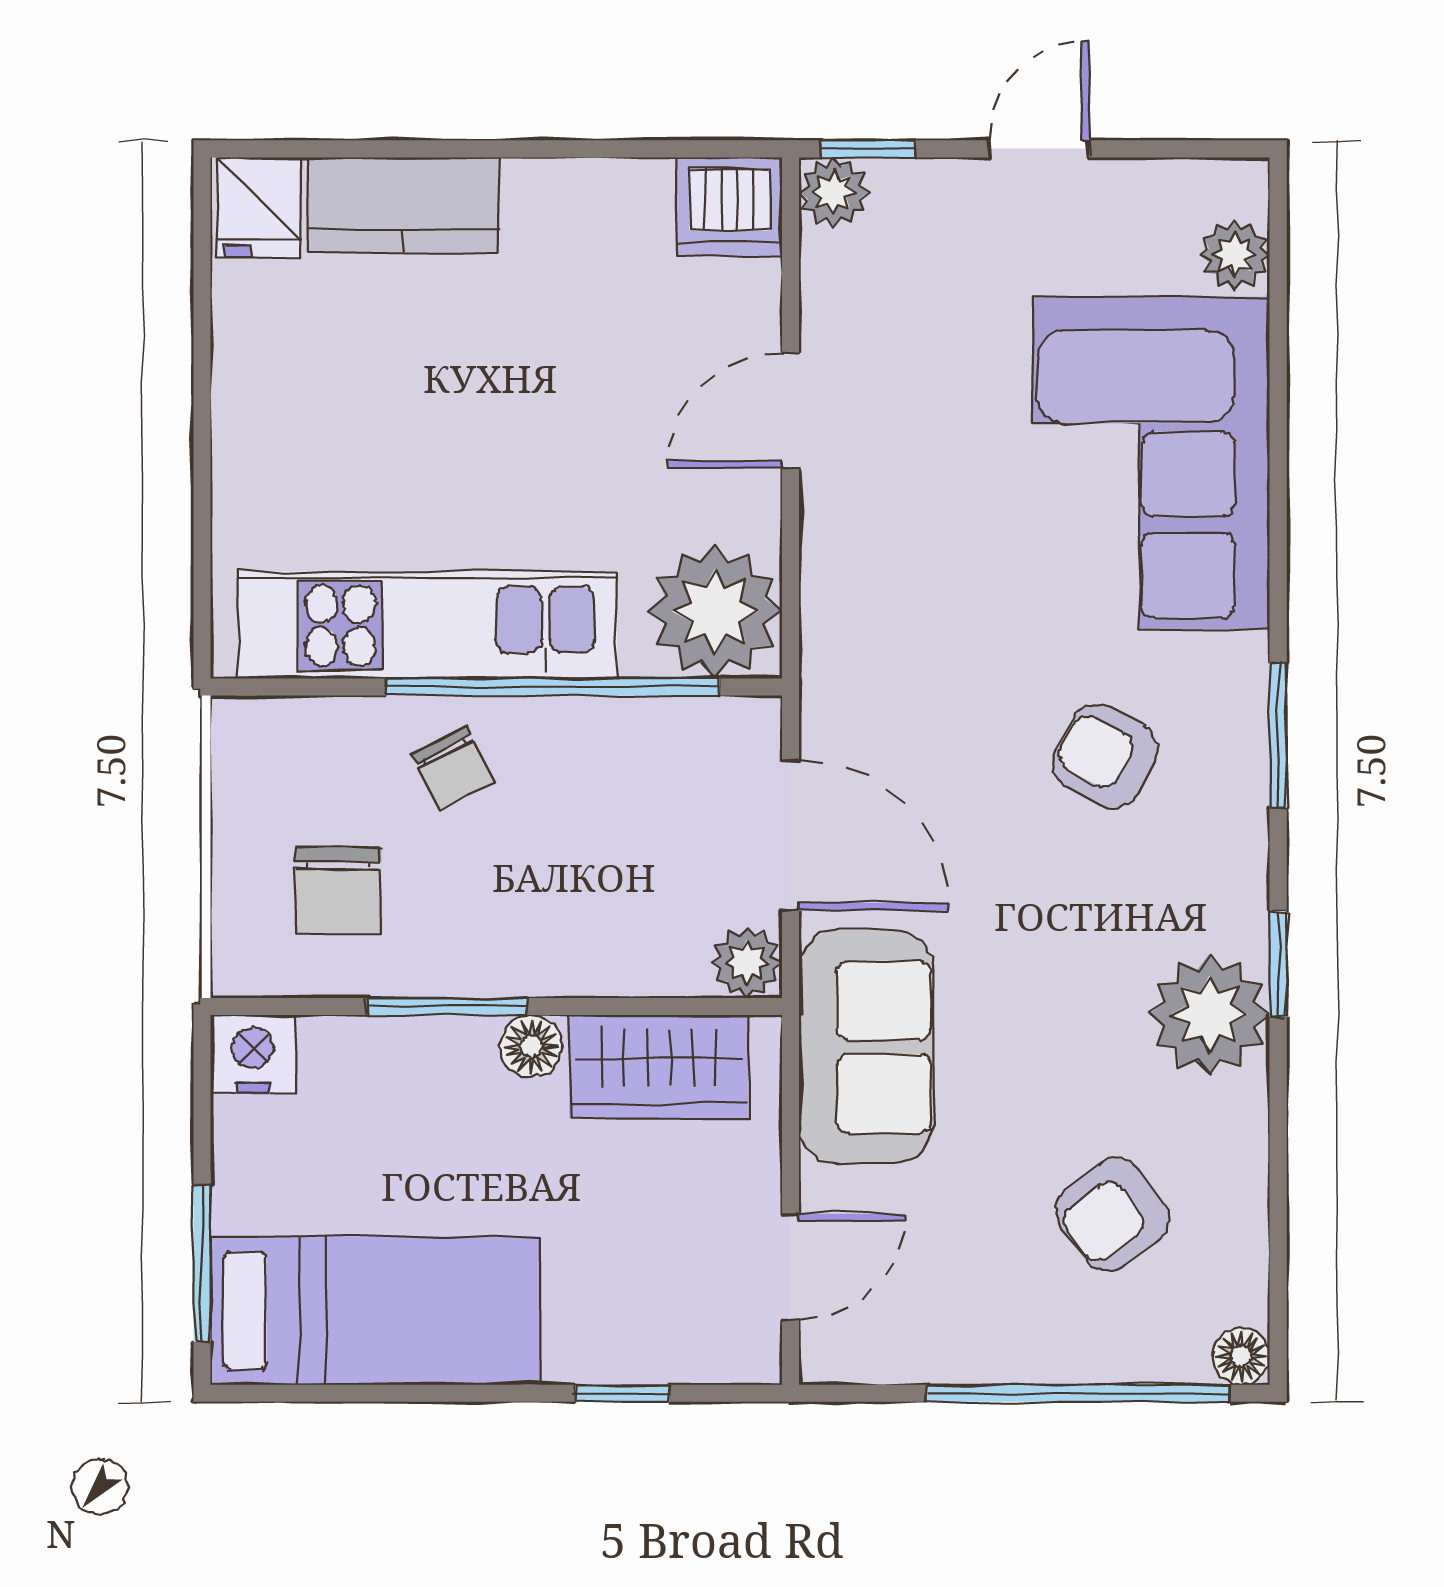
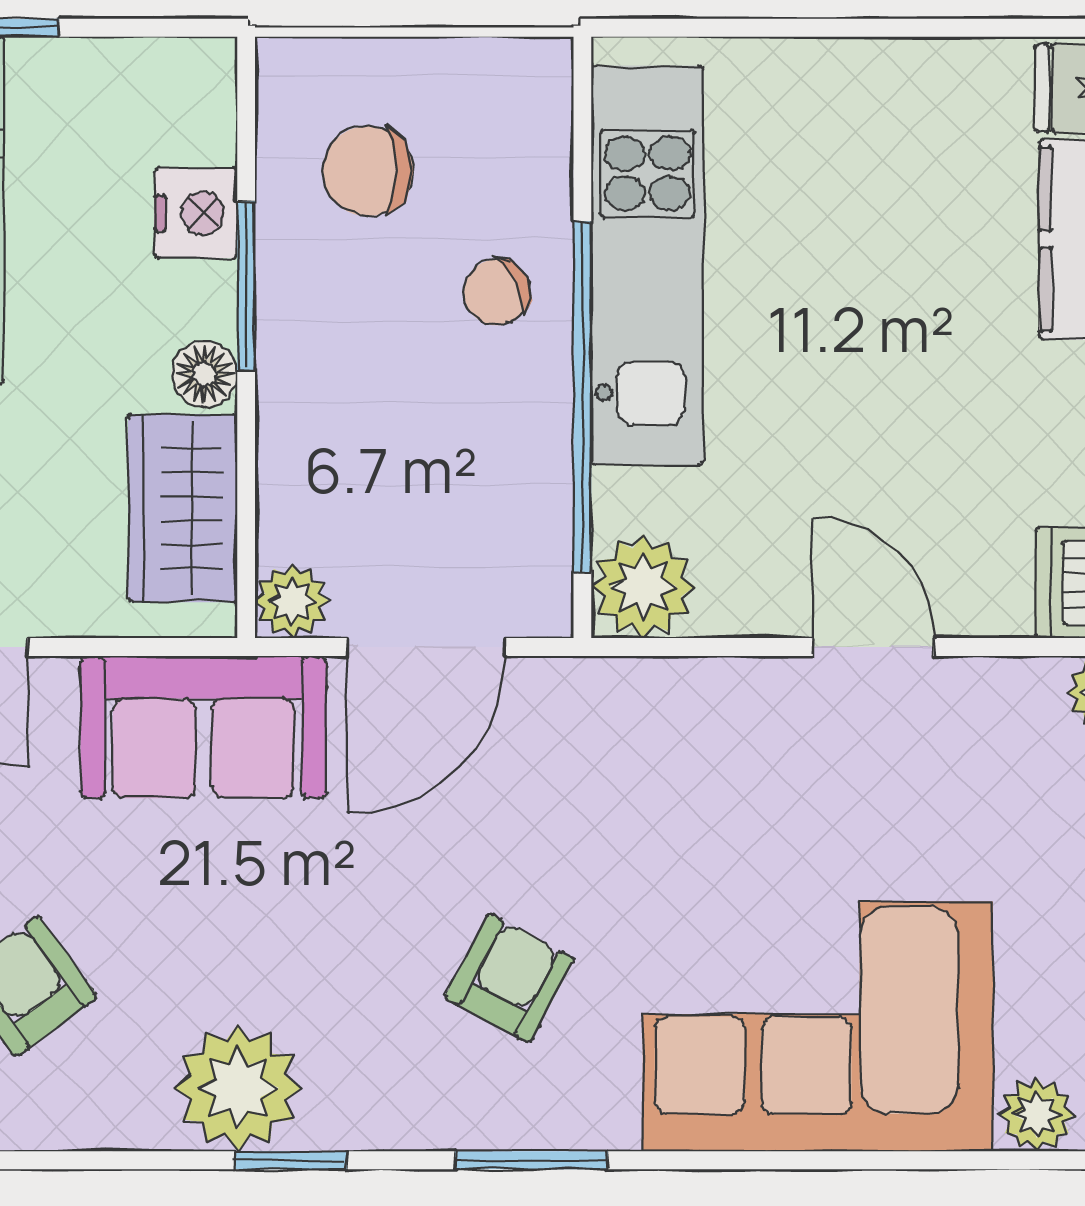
plant: (715, 612) -> (643, 586), width x0.73, depth x0.73
nightstand: (253, 1054) -> (196, 213), moved

